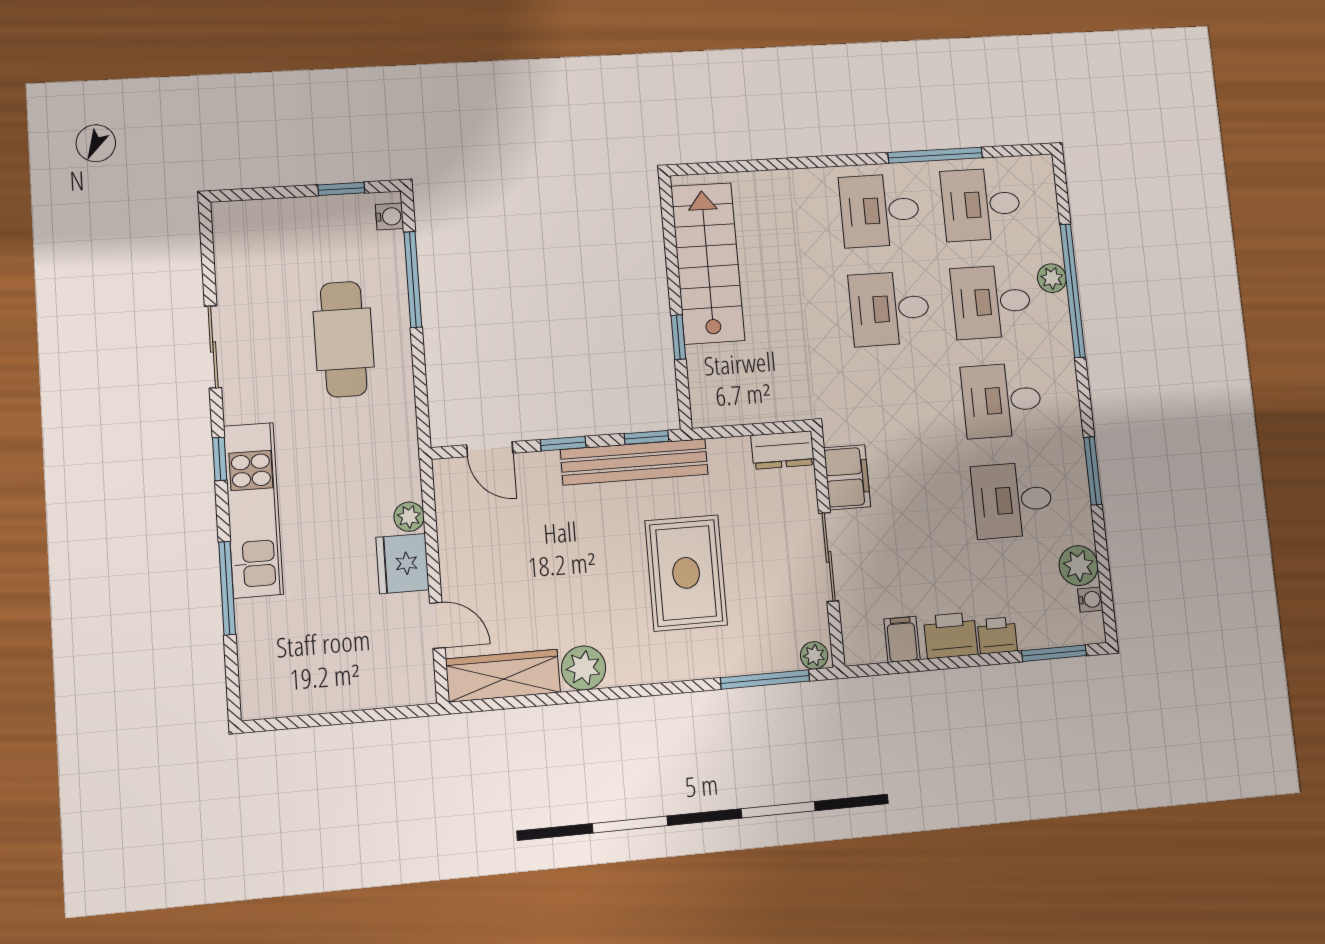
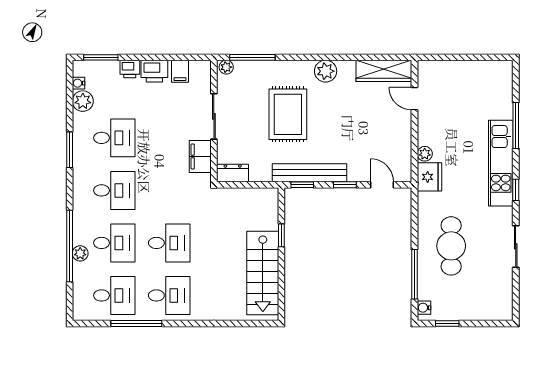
fridge: (403, 564) -> (430, 177), moved
plant: (584, 668) -> (326, 71), moved

